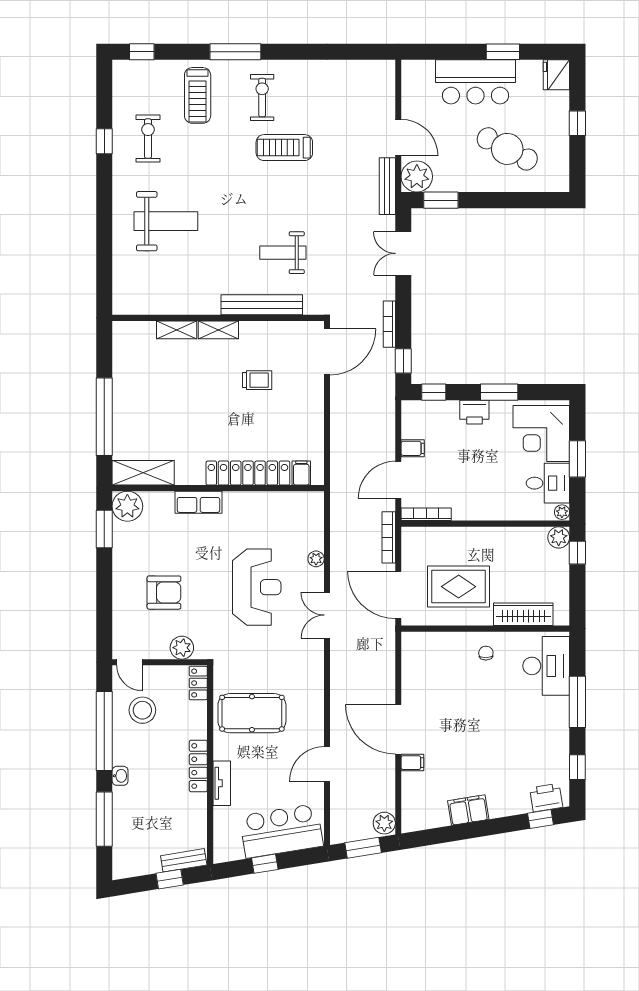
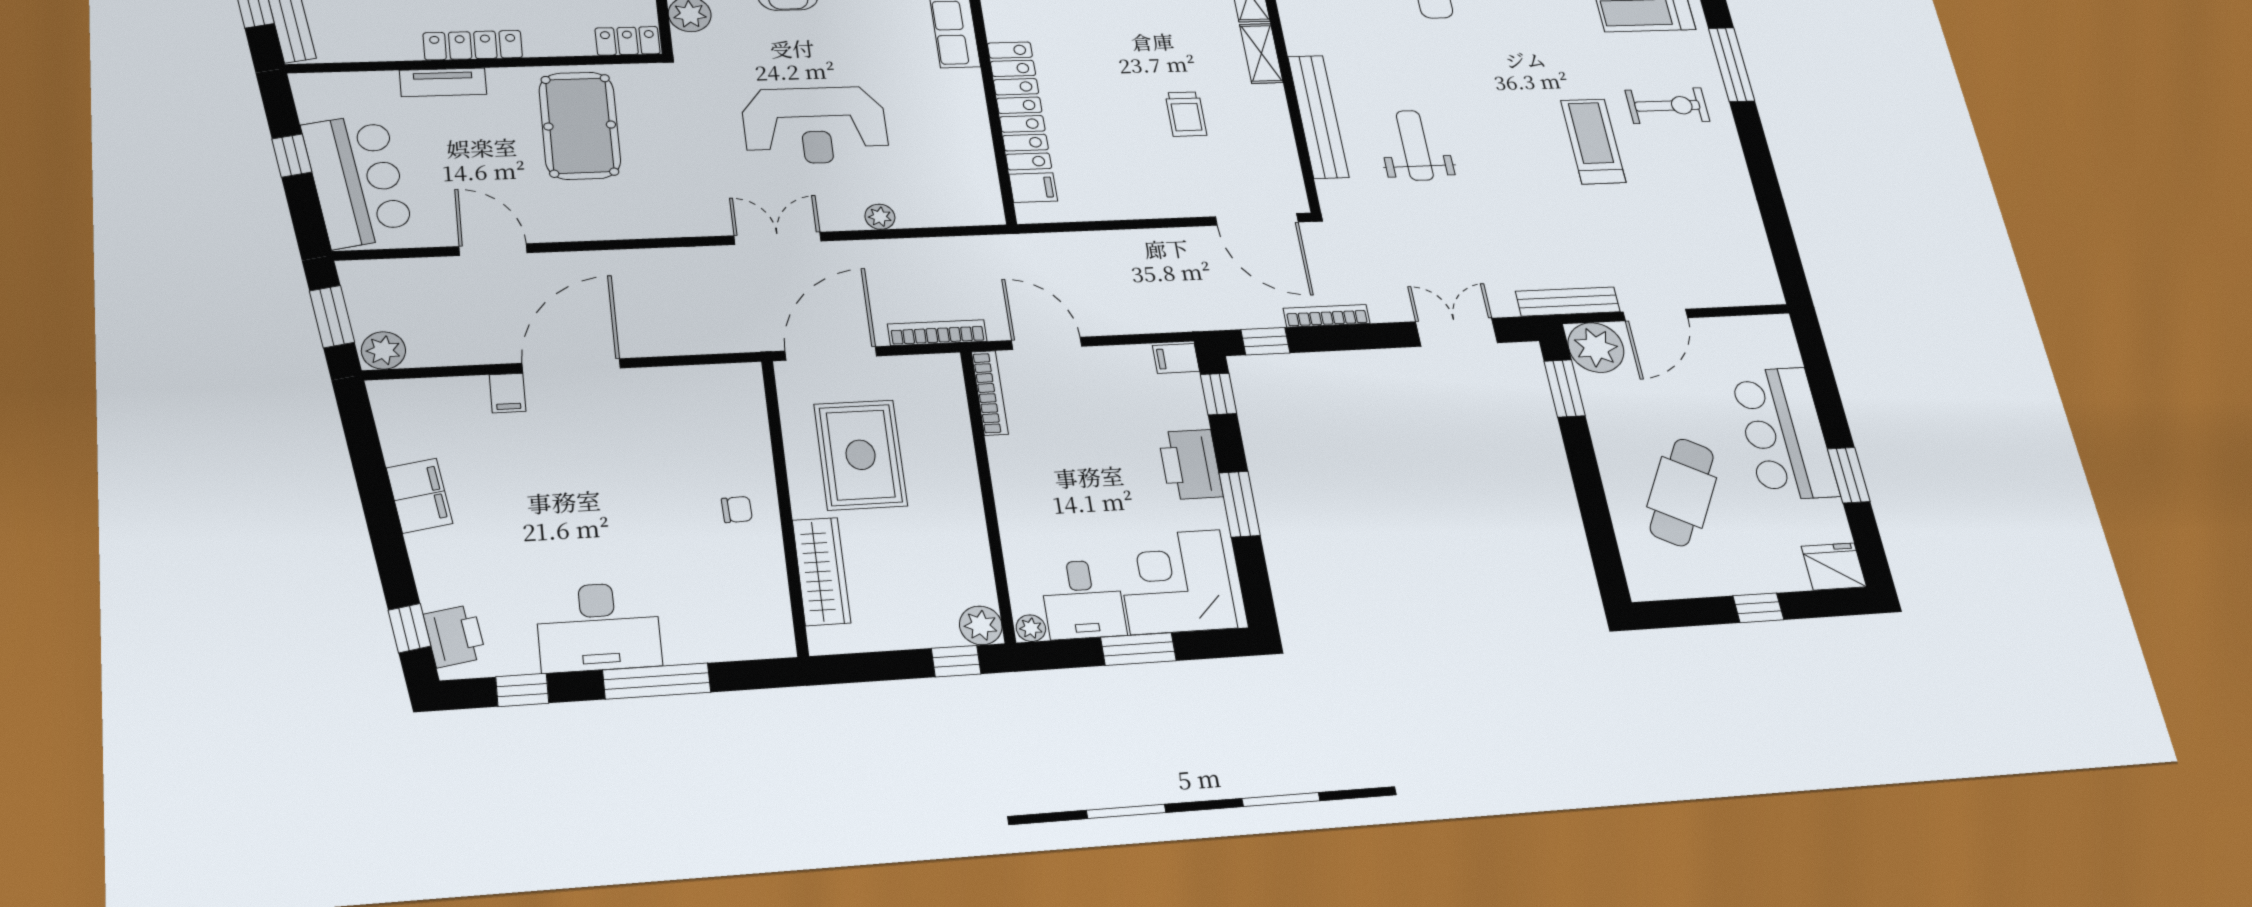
printer: (474, 412) -> (1190, 464), width x1.37, depth x1.19
filing cabinet: (413, 448) -> (1176, 358), moved, turned 90
desk: (546, 666) -> (599, 627), moved

